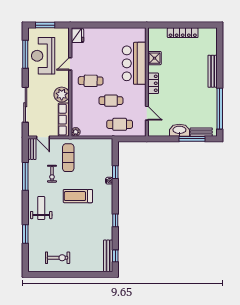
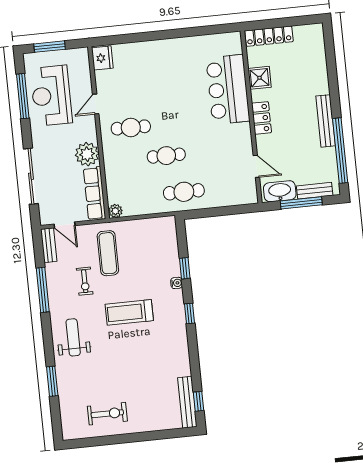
shower: (154, 58) -> (260, 78), moved
bar counter: (134, 63) -> (228, 89), moved
bench: (213, 71) -> (326, 121), moved
wall: (147, 82) -> (251, 117), moved
locker: (153, 83) -> (261, 118), moved
door: (147, 113) -> (256, 166), moved
window: (115, 220) -> (189, 314), moved

